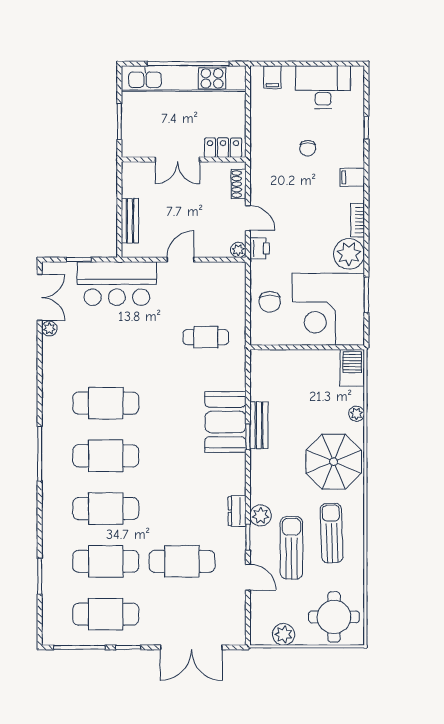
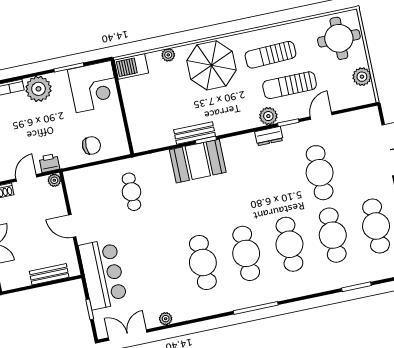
corner desk: (328, 309) -> (94, 87), width x0.74, depth x0.74
plant: (49, 329) -> (166, 319), moved

